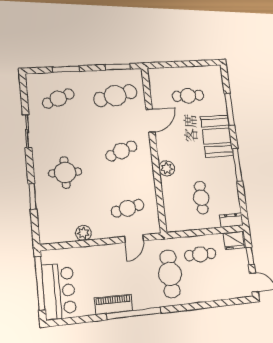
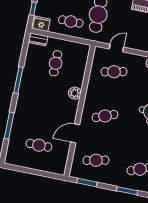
cafe table: (115, 96) -> (96, 160), width x0.73, depth x0.74
booth: (217, 136) -> (27, 107), removed

